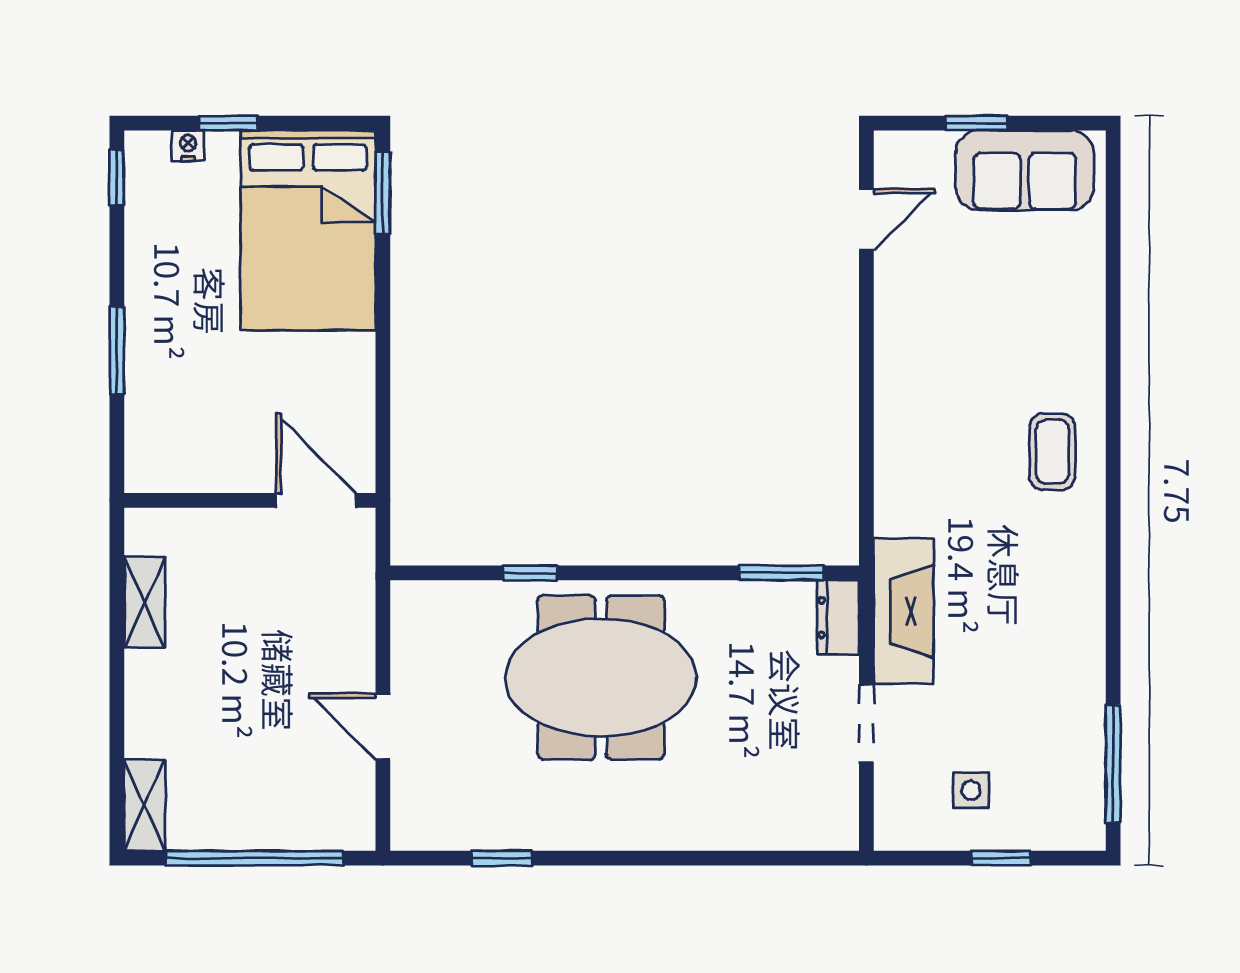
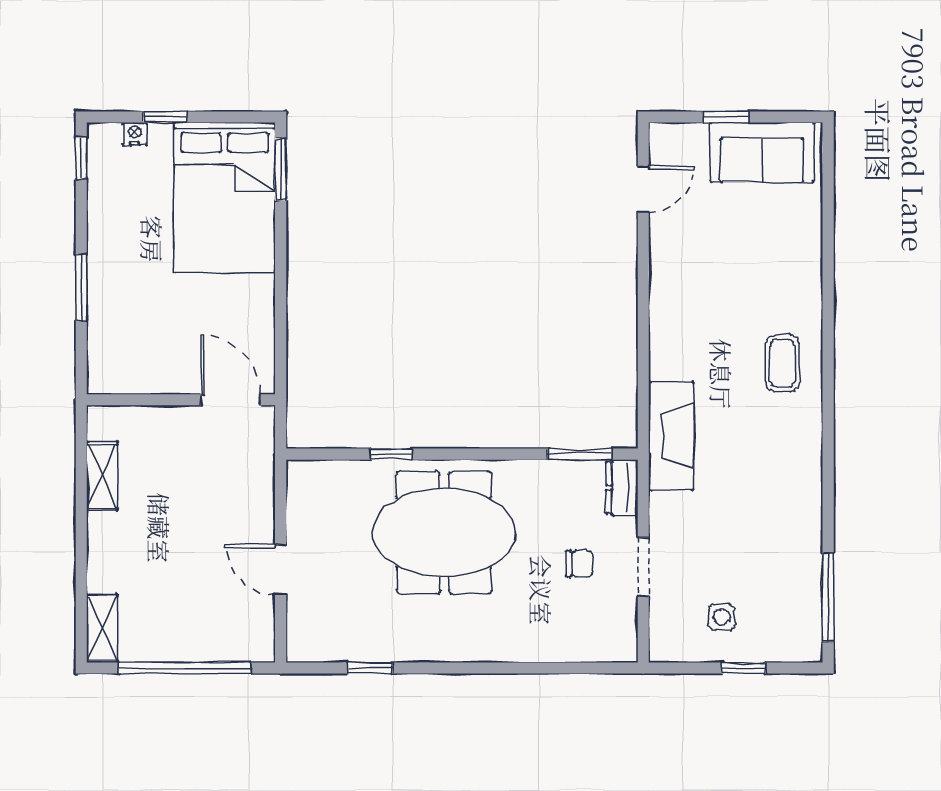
fireplace: (904, 611) -> (671, 436), moved
chair: (781, 719) -> (579, 564), added

